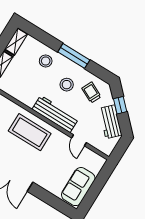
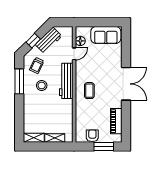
window: (74, 56) -> (19, 81), moved
stool: (46, 61) -> (34, 110), removed
coffee table: (30, 132) -> (89, 91), width x0.54, depth x0.58
floor lamp: (89, 155) -> (80, 41), added

